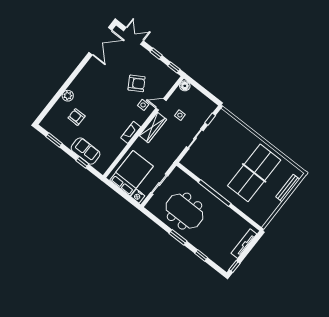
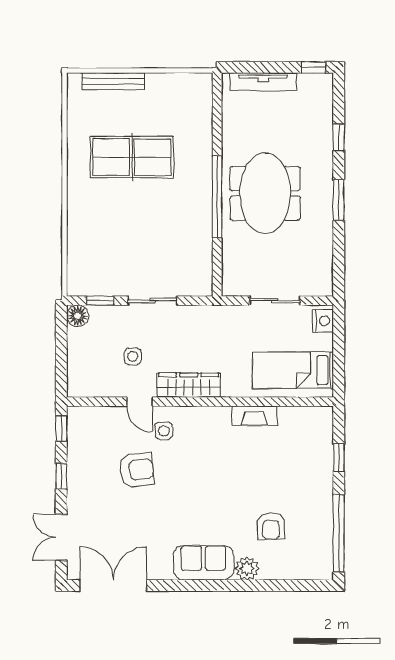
armchair: (137, 83) -> (137, 470), turned 115
floor lamp: (185, 86) -> (78, 316), moved
fireplace: (131, 132) -> (254, 416), moved
window: (54, 140) -> (339, 534), width x2.11
sofa: (86, 151) -> (204, 563), moved, turned 90
bed: (131, 173) -> (293, 370), width x0.67
table tennis table: (254, 173) -> (132, 157), width x0.73, depth x0.76
meeting table: (184, 211) -> (265, 193), moved

